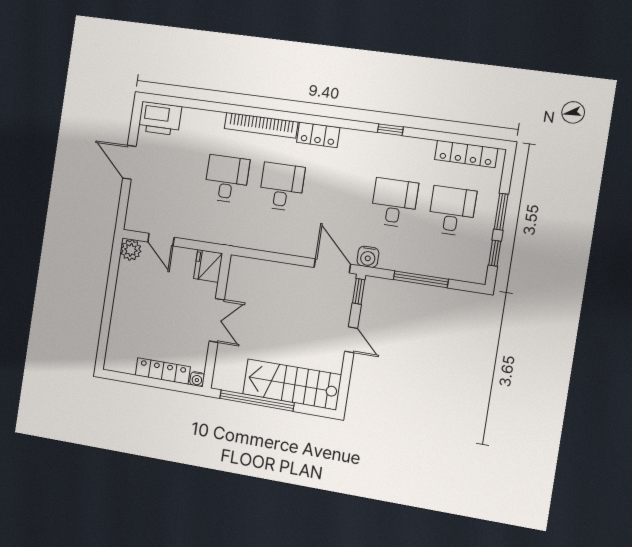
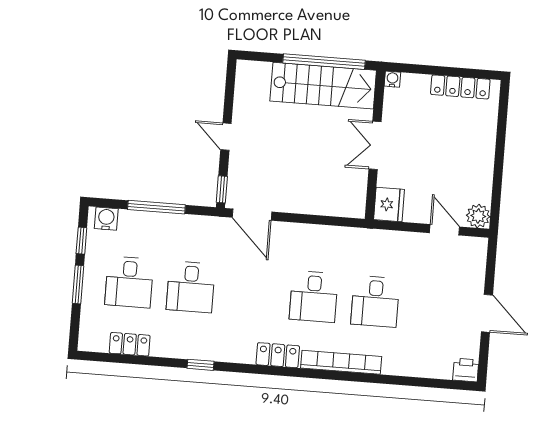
printer: (160, 119) -> (466, 370), width x0.53, depth x0.68
locker: (466, 154) -> (130, 344), width x0.66
water cooler: (368, 257) -> (106, 219), moved
locker: (163, 371) -> (460, 87), moved
stairs: (292, 384) -> (323, 86), moved

